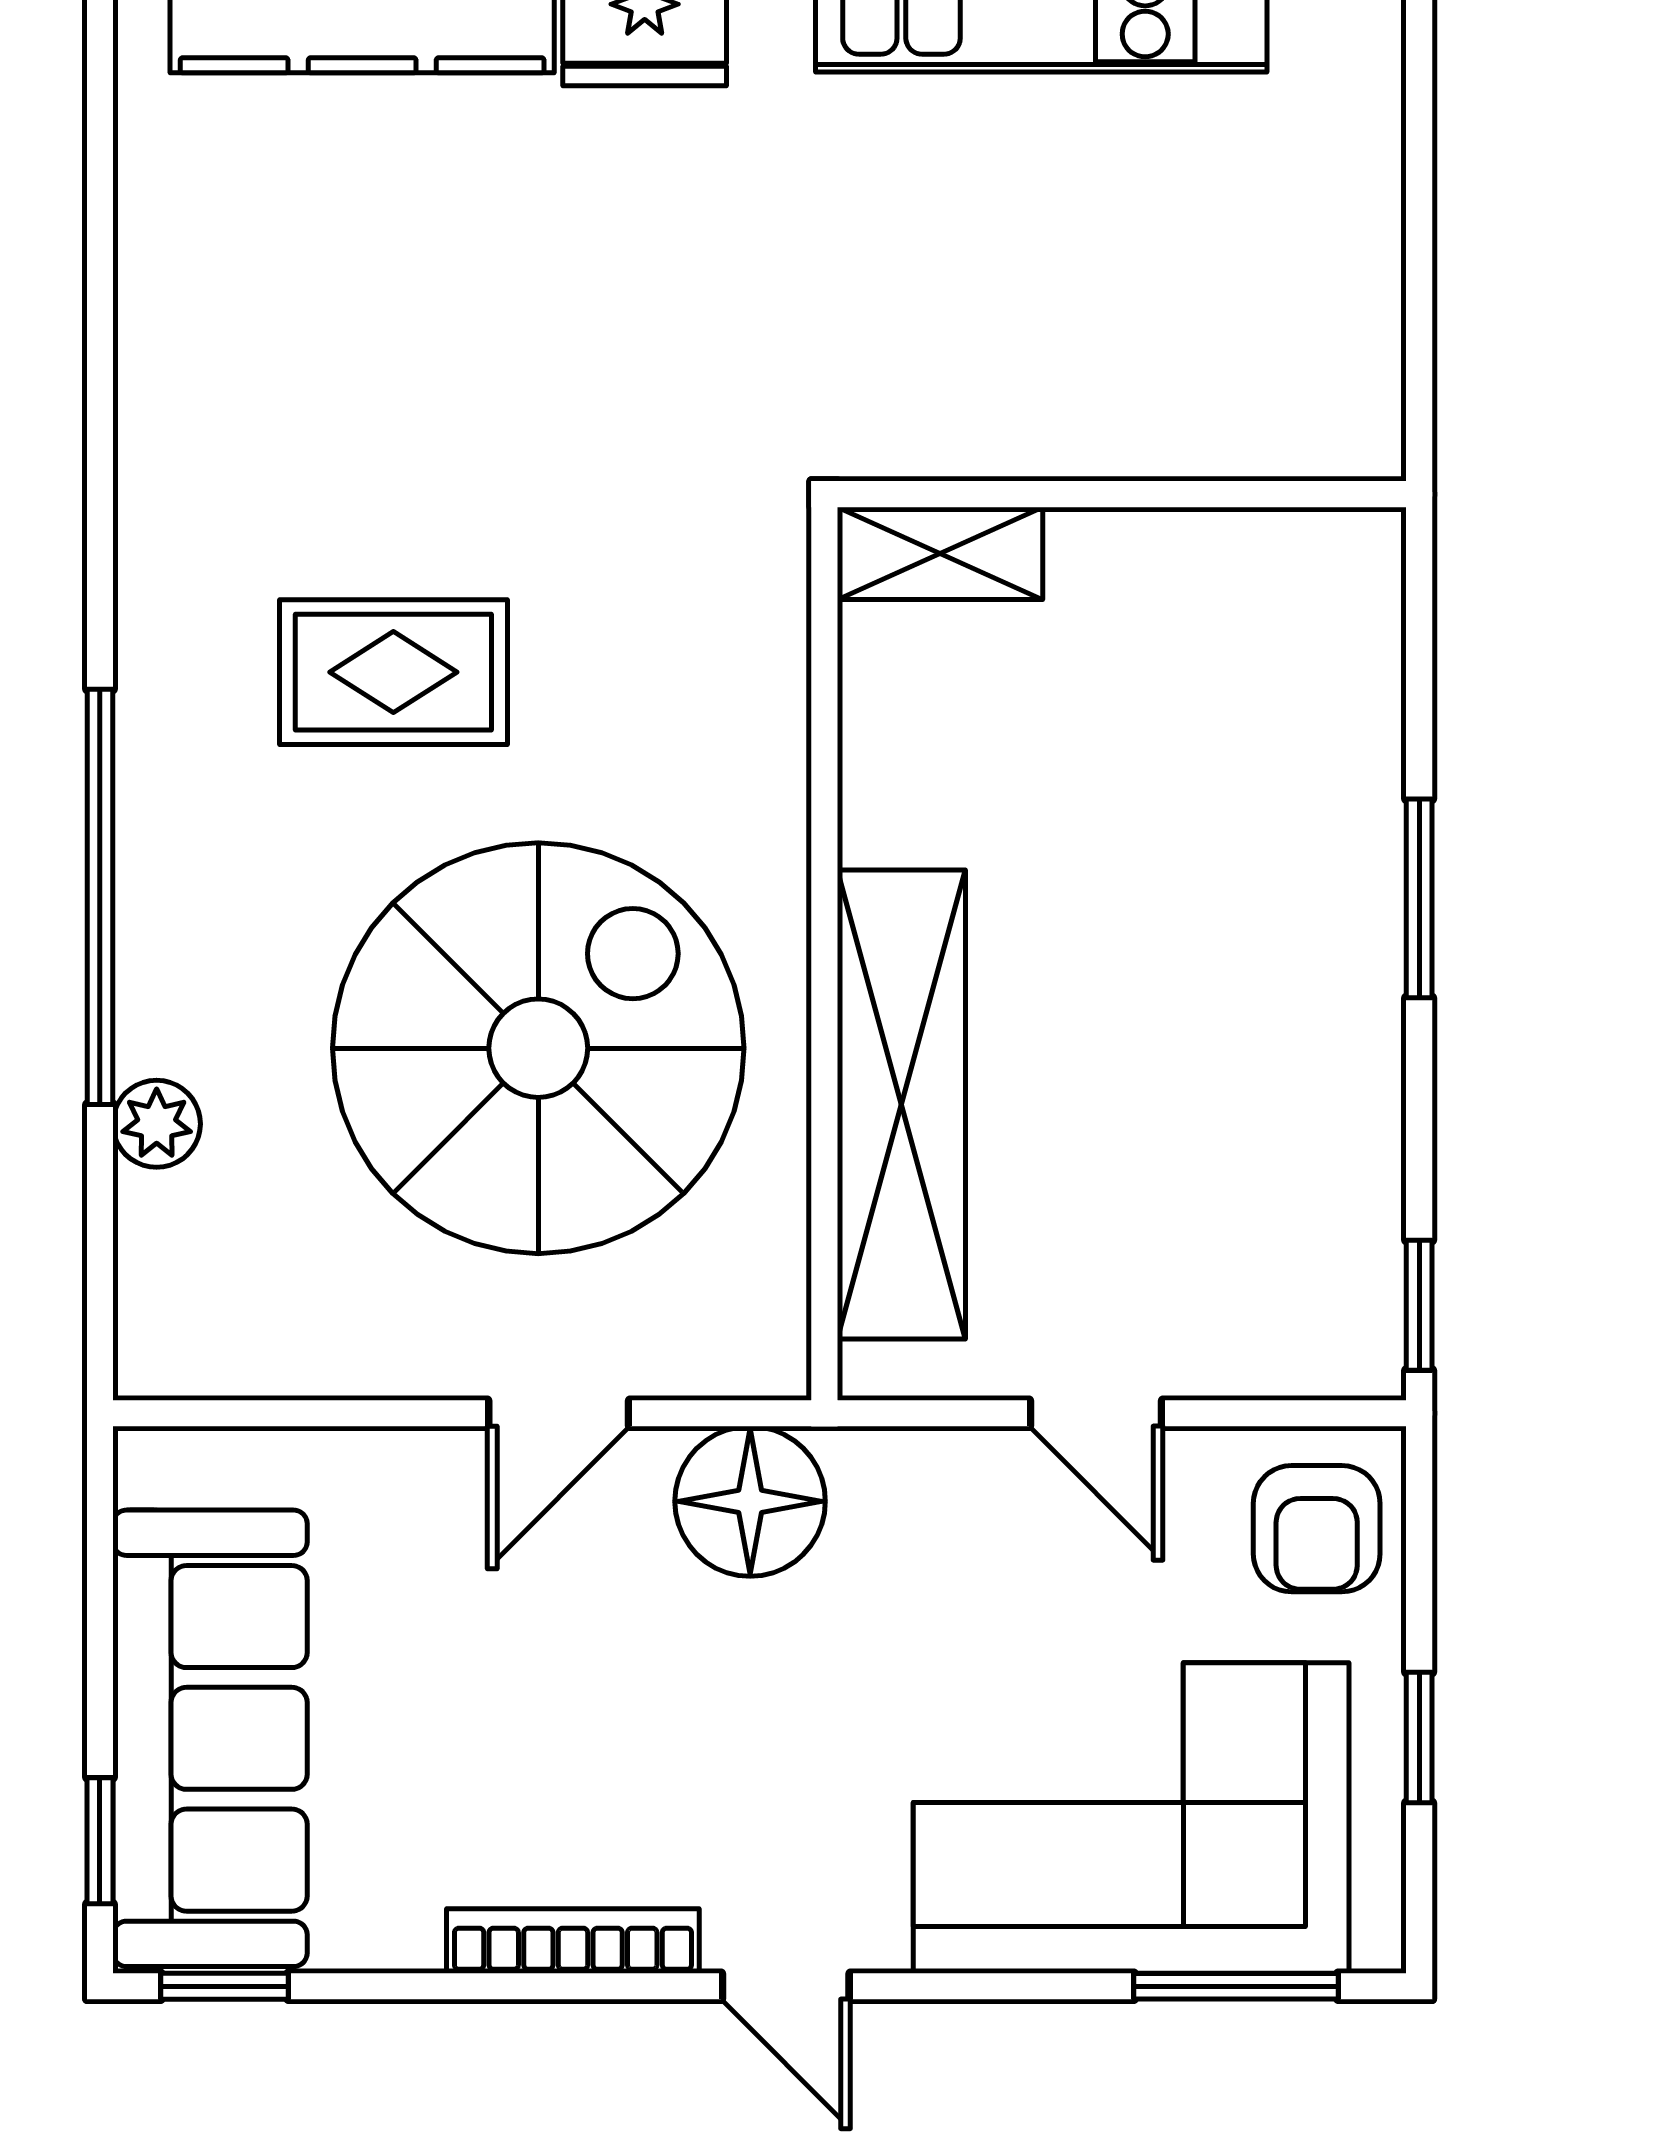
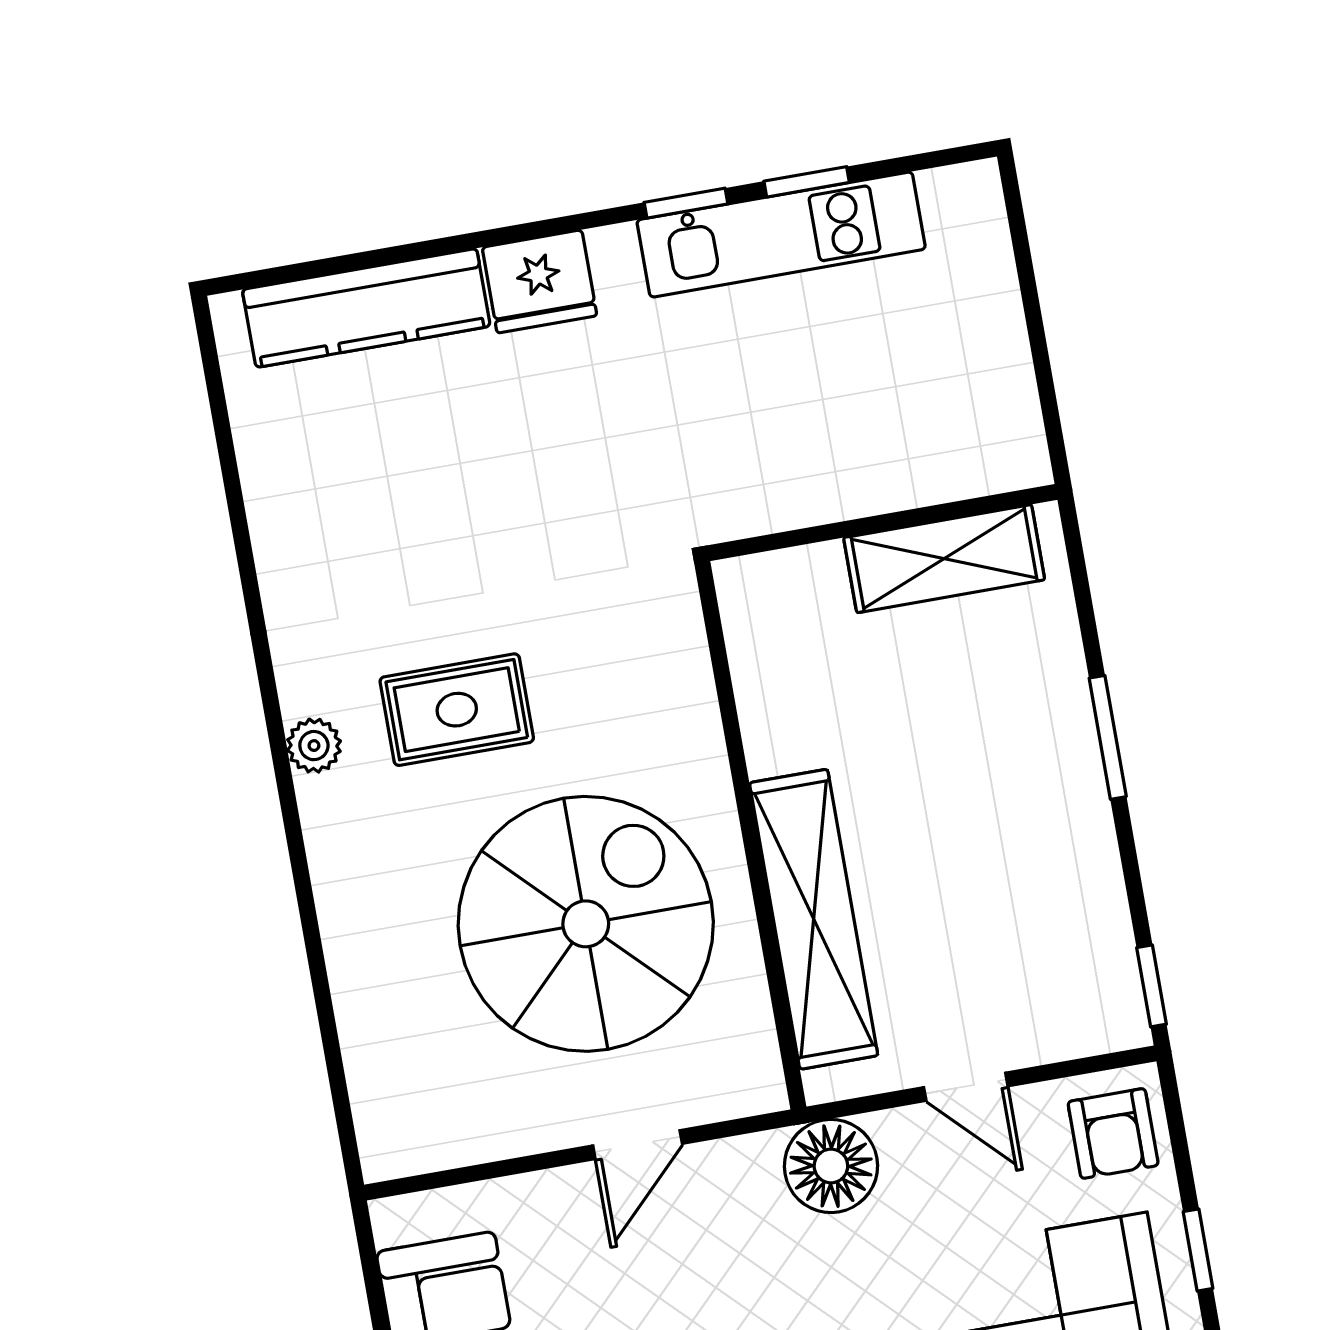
shelving: (940, 553) -> (944, 559), moved, width x1.50, depth x1.33
window: (100, 897) -> (302, 879), removed
plant: (157, 1124) -> (314, 746), moved
floor lamp: (750, 1501) -> (831, 1166), moved

